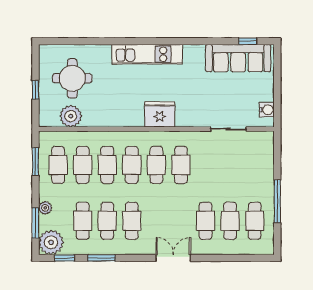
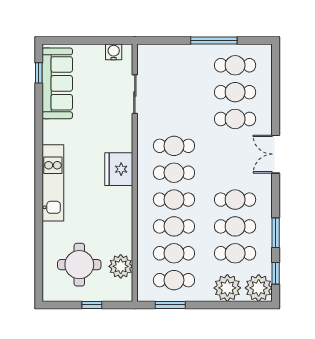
plant: (45, 208) -> (227, 288), width x1.87, depth x1.87
window: (35, 223) -> (237, 305), removed

